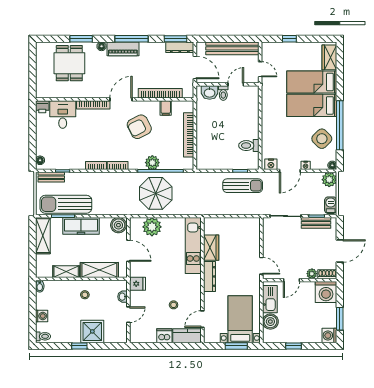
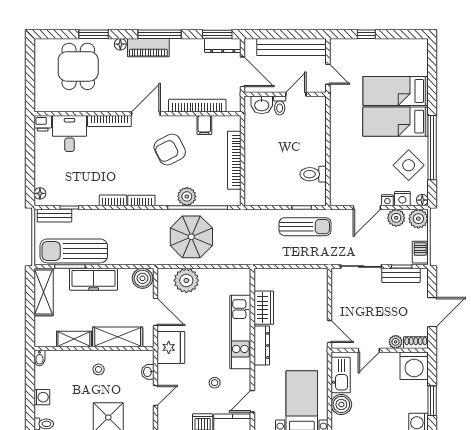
wardrobe: (329, 57) -> (419, 59), removed
nightstand: (271, 164) -> (402, 199), moved
plant: (312, 179) -> (396, 218), added
kitchen unit: (193, 246) -> (240, 332), moved
fridge: (137, 284) -> (171, 347), width x1.88, depth x1.34

